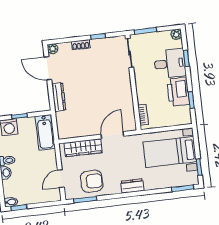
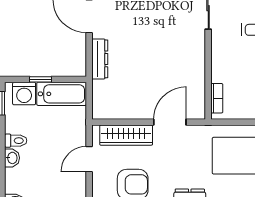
bathtub: (45, 132) -> (62, 94), moved, turned -90
door: (61, 179) -> (89, 159), moved

